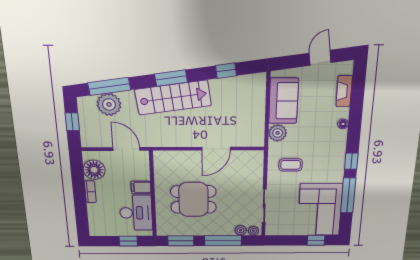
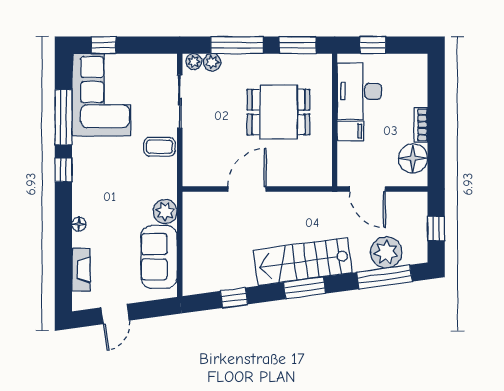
coffee table: (291, 165) -> (159, 147), moved

